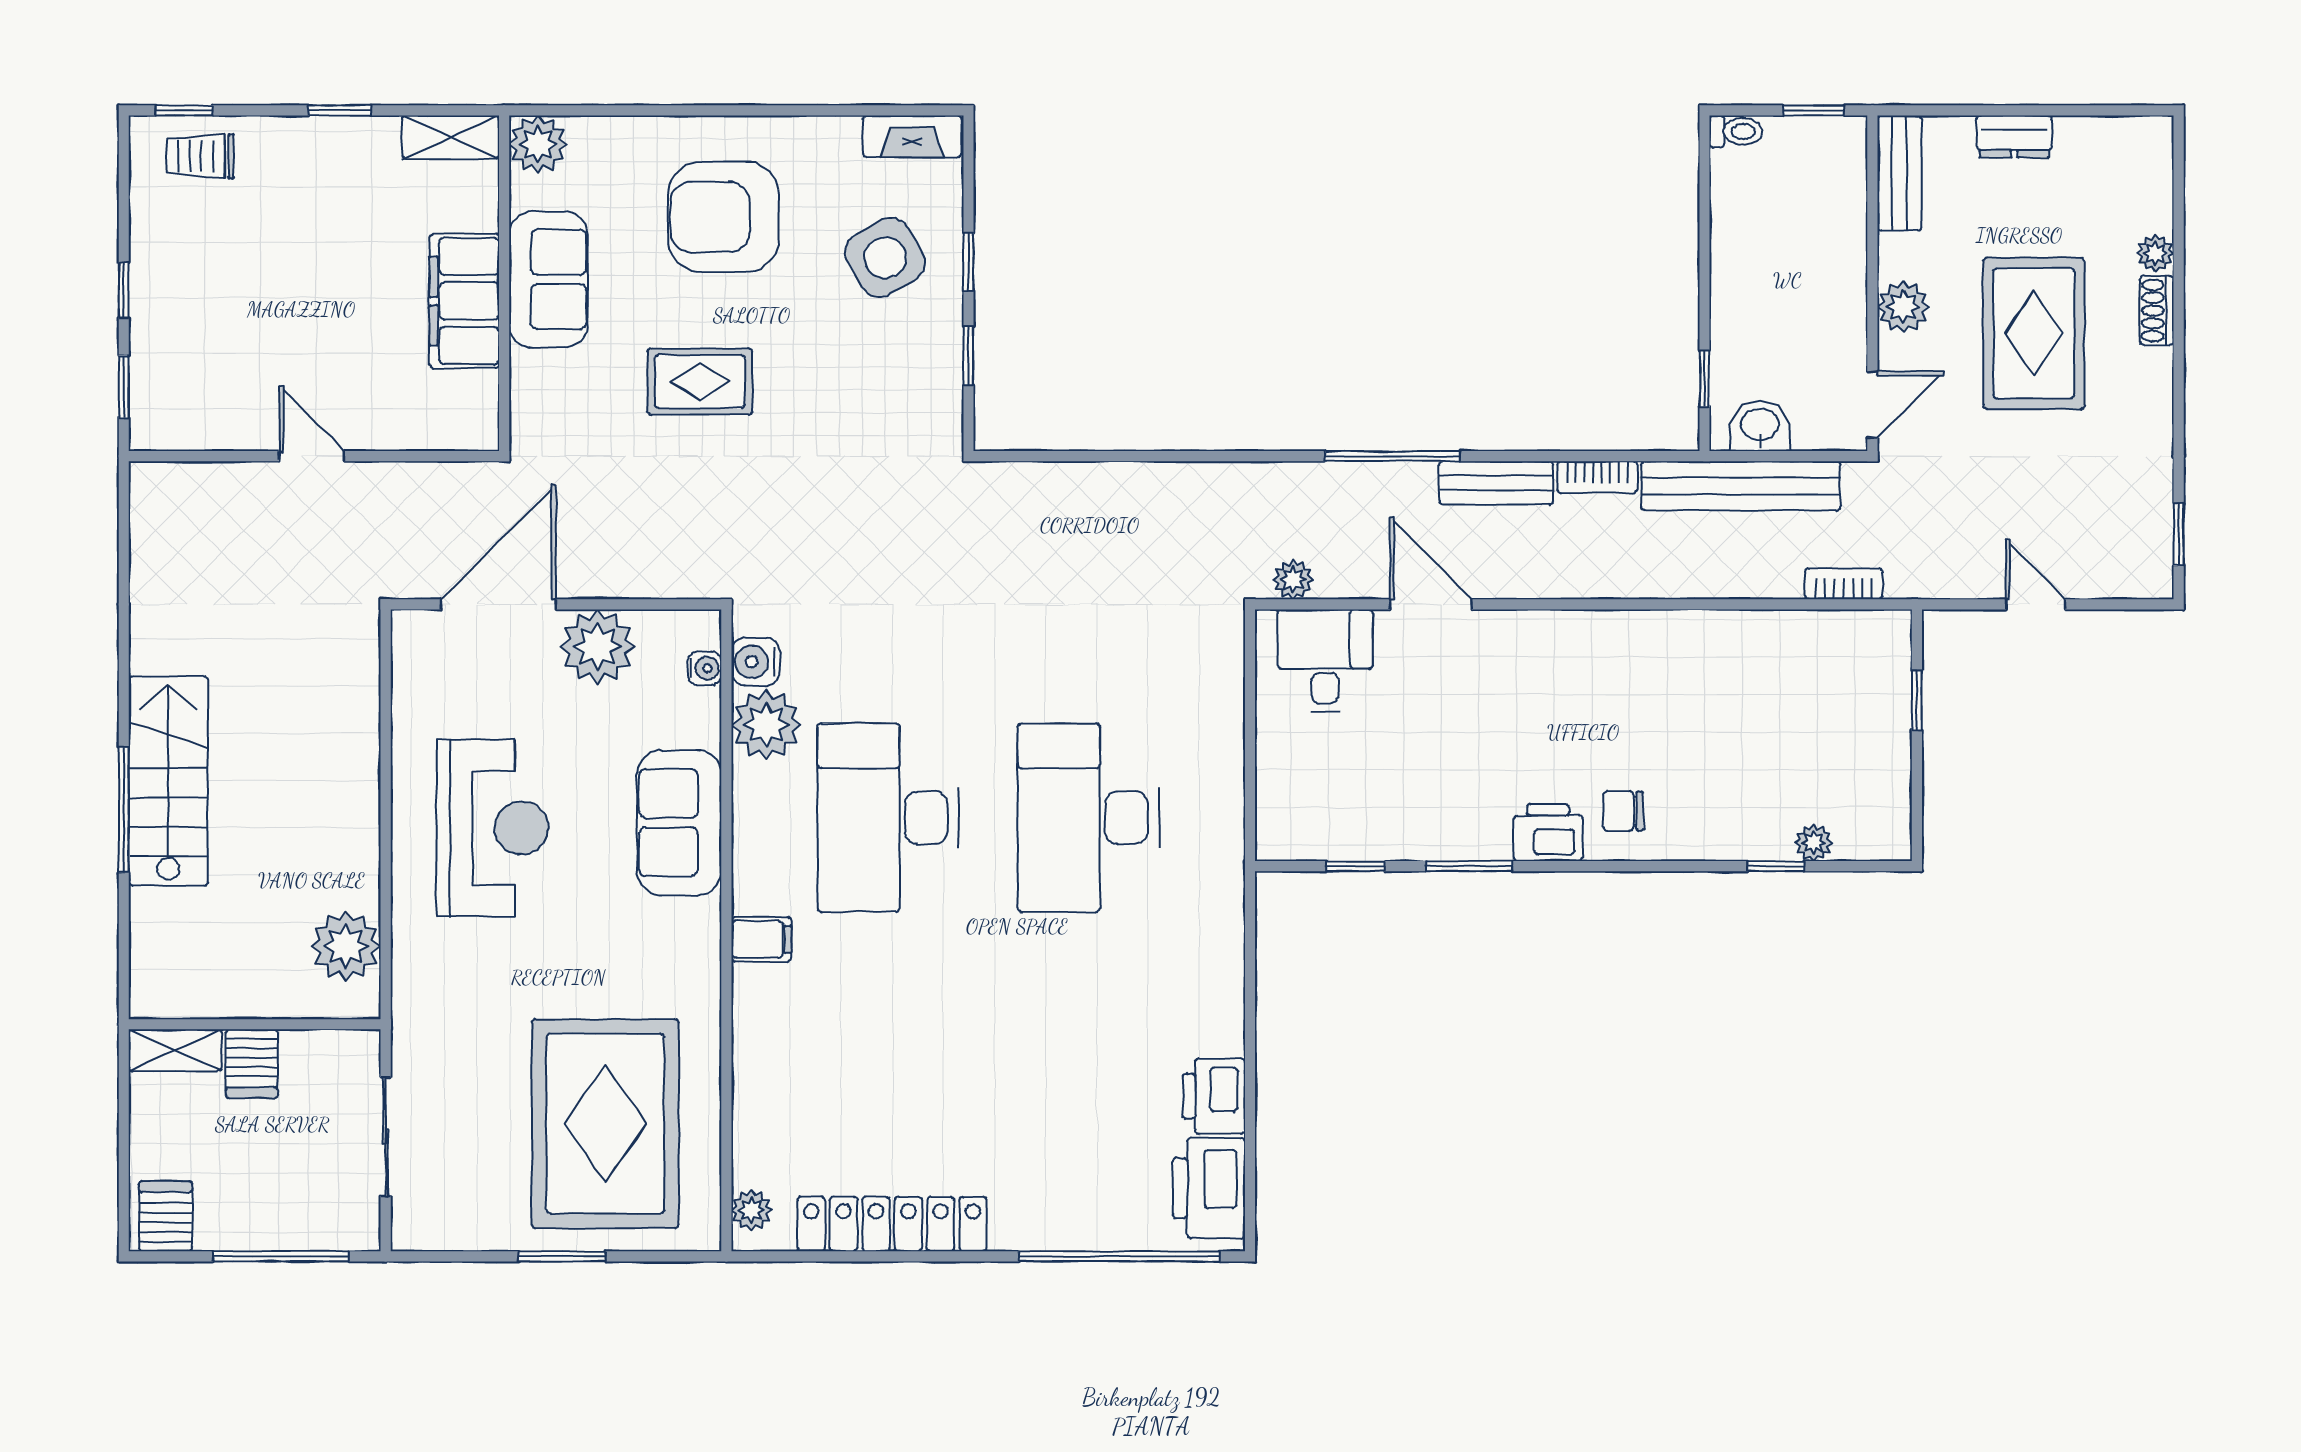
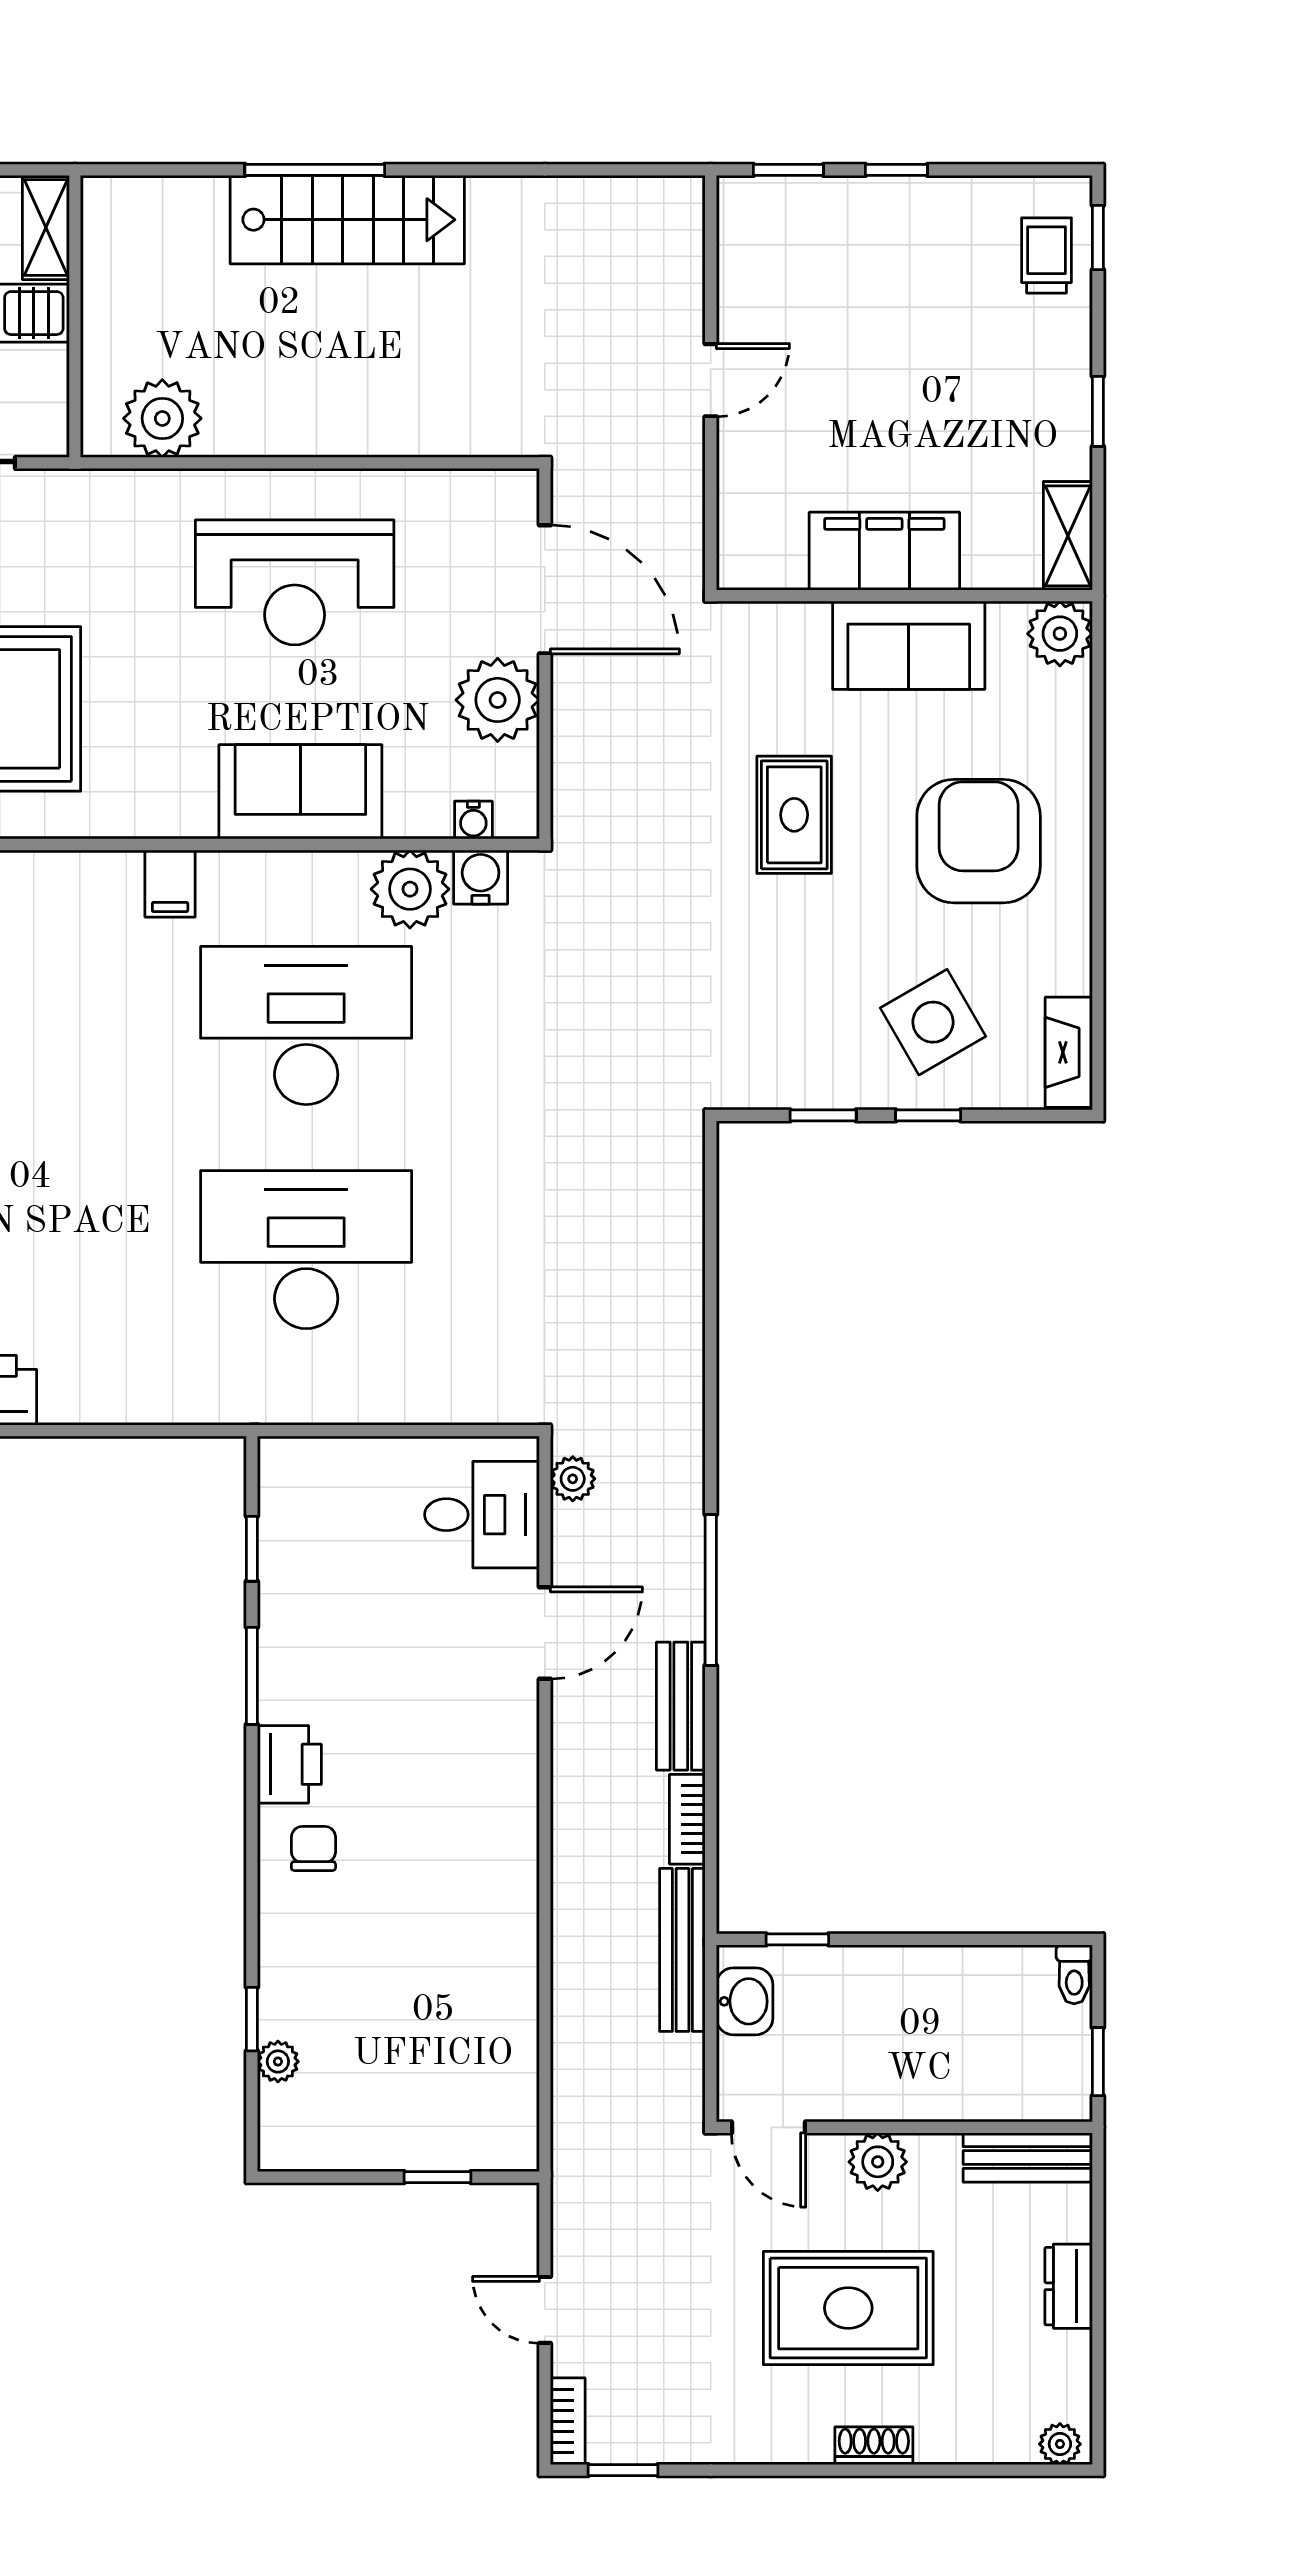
plant: (2155, 253) -> (1060, 2444), moved
bench: (1741, 486) -> (682, 1950), width x0.73, depth x0.82
bookcase: (1844, 584) -> (568, 2421), moved
door: (2035, 604) -> (545, 2310), swing flipped

